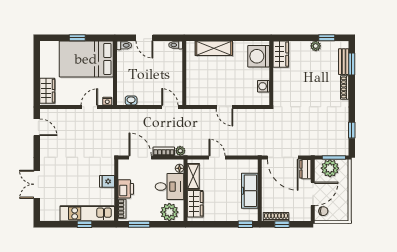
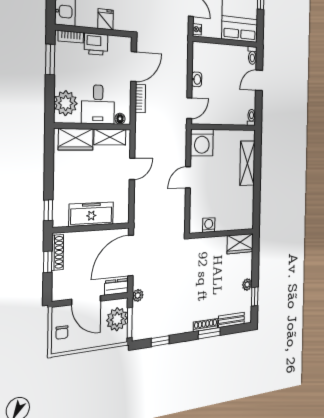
washing machine: (259, 56) -> (202, 143), moved, turned 180
window: (352, 64) -> (209, 333), moved
washbasin: (131, 100) -> (197, 79), moved
plant: (180, 151) -> (138, 295), moved
chair: (323, 211) -> (62, 332), moved

